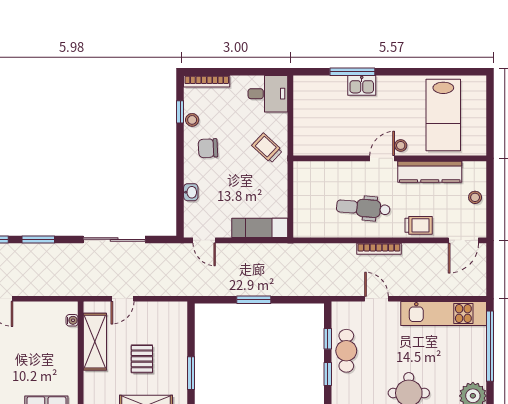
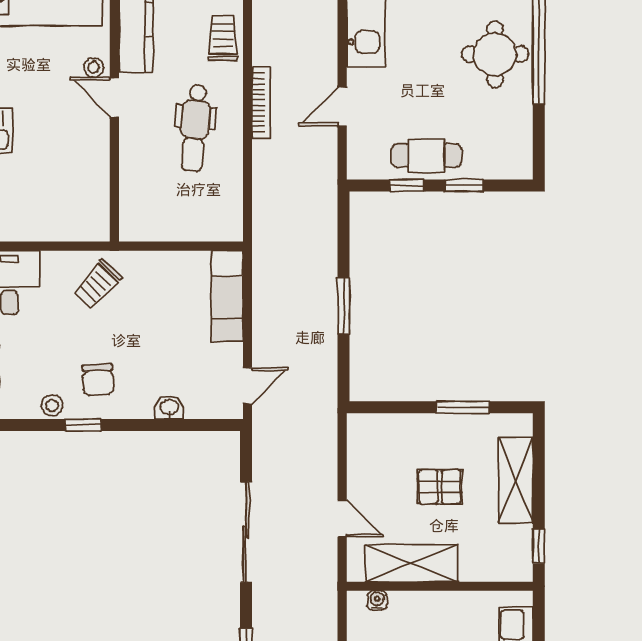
window: (180, 112) -> (83, 425), moved

